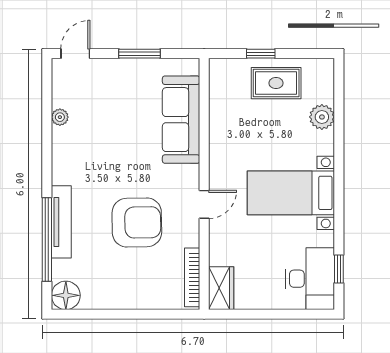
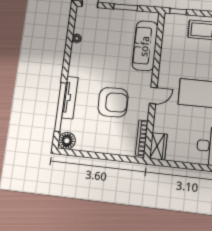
window: (261, 54) -> (178, 11), moved

